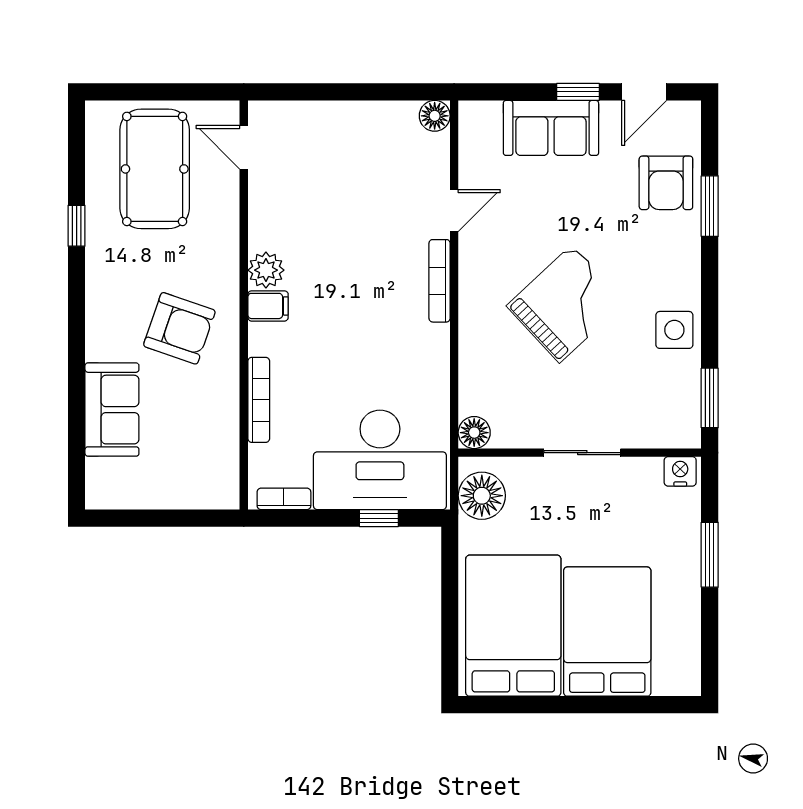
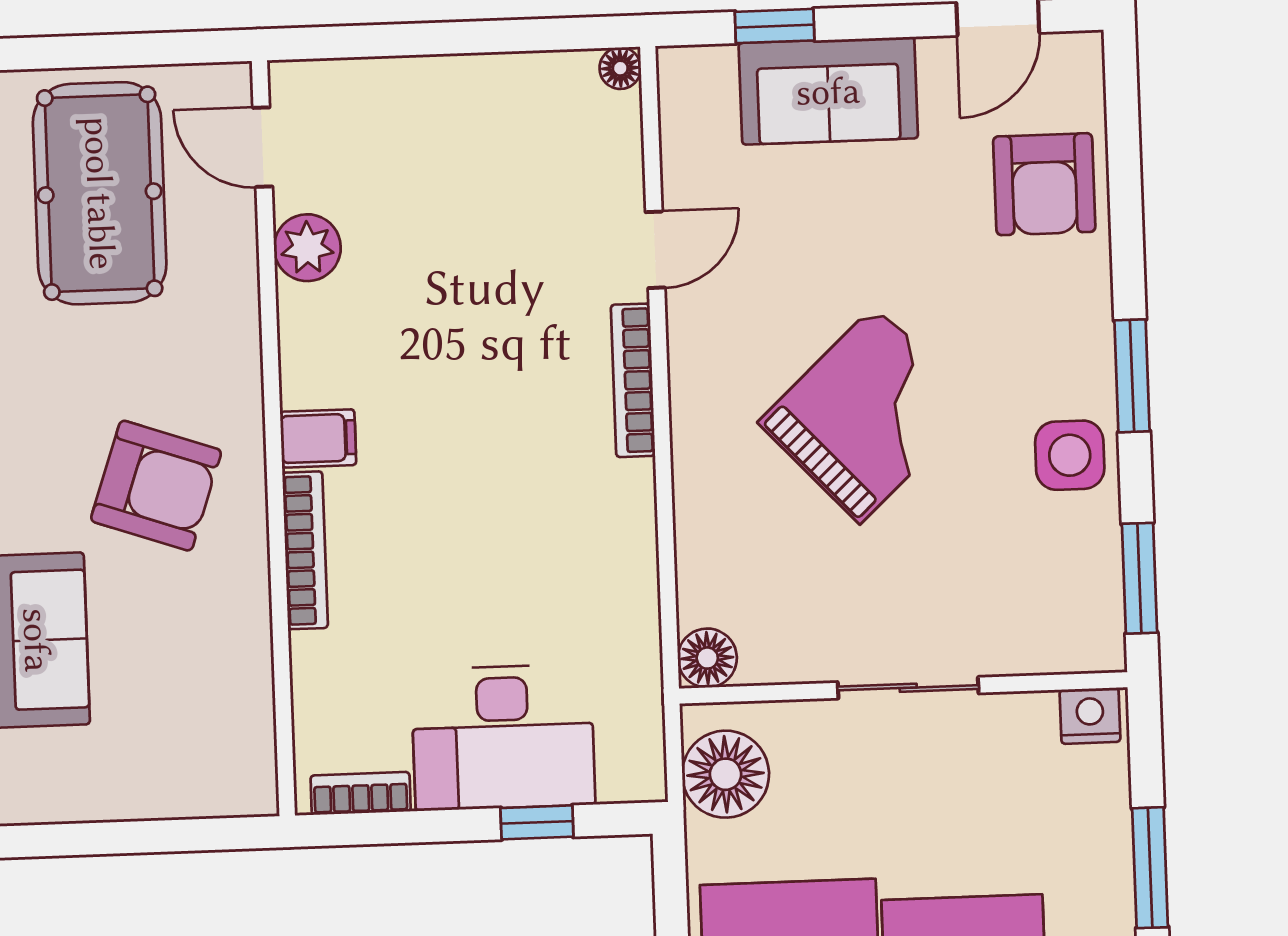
window: (578, 92) -> (775, 26), moved
floor lamp: (435, 116) -> (620, 68), width x0.73, depth x0.73
window: (710, 206) -> (1132, 376), moved
plant: (266, 270) -> (307, 248), moved
bookcase: (259, 400) -> (305, 550), moved
desk: (380, 460) -> (503, 737), width x0.73, depth x0.77

